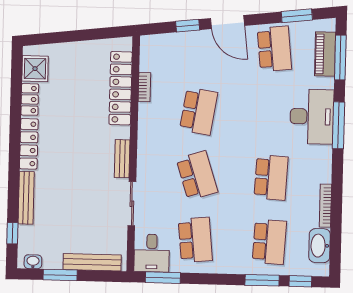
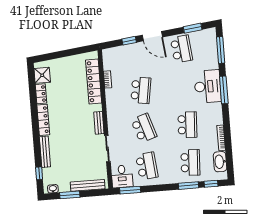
piano: (325, 54) -> (211, 49), removed

